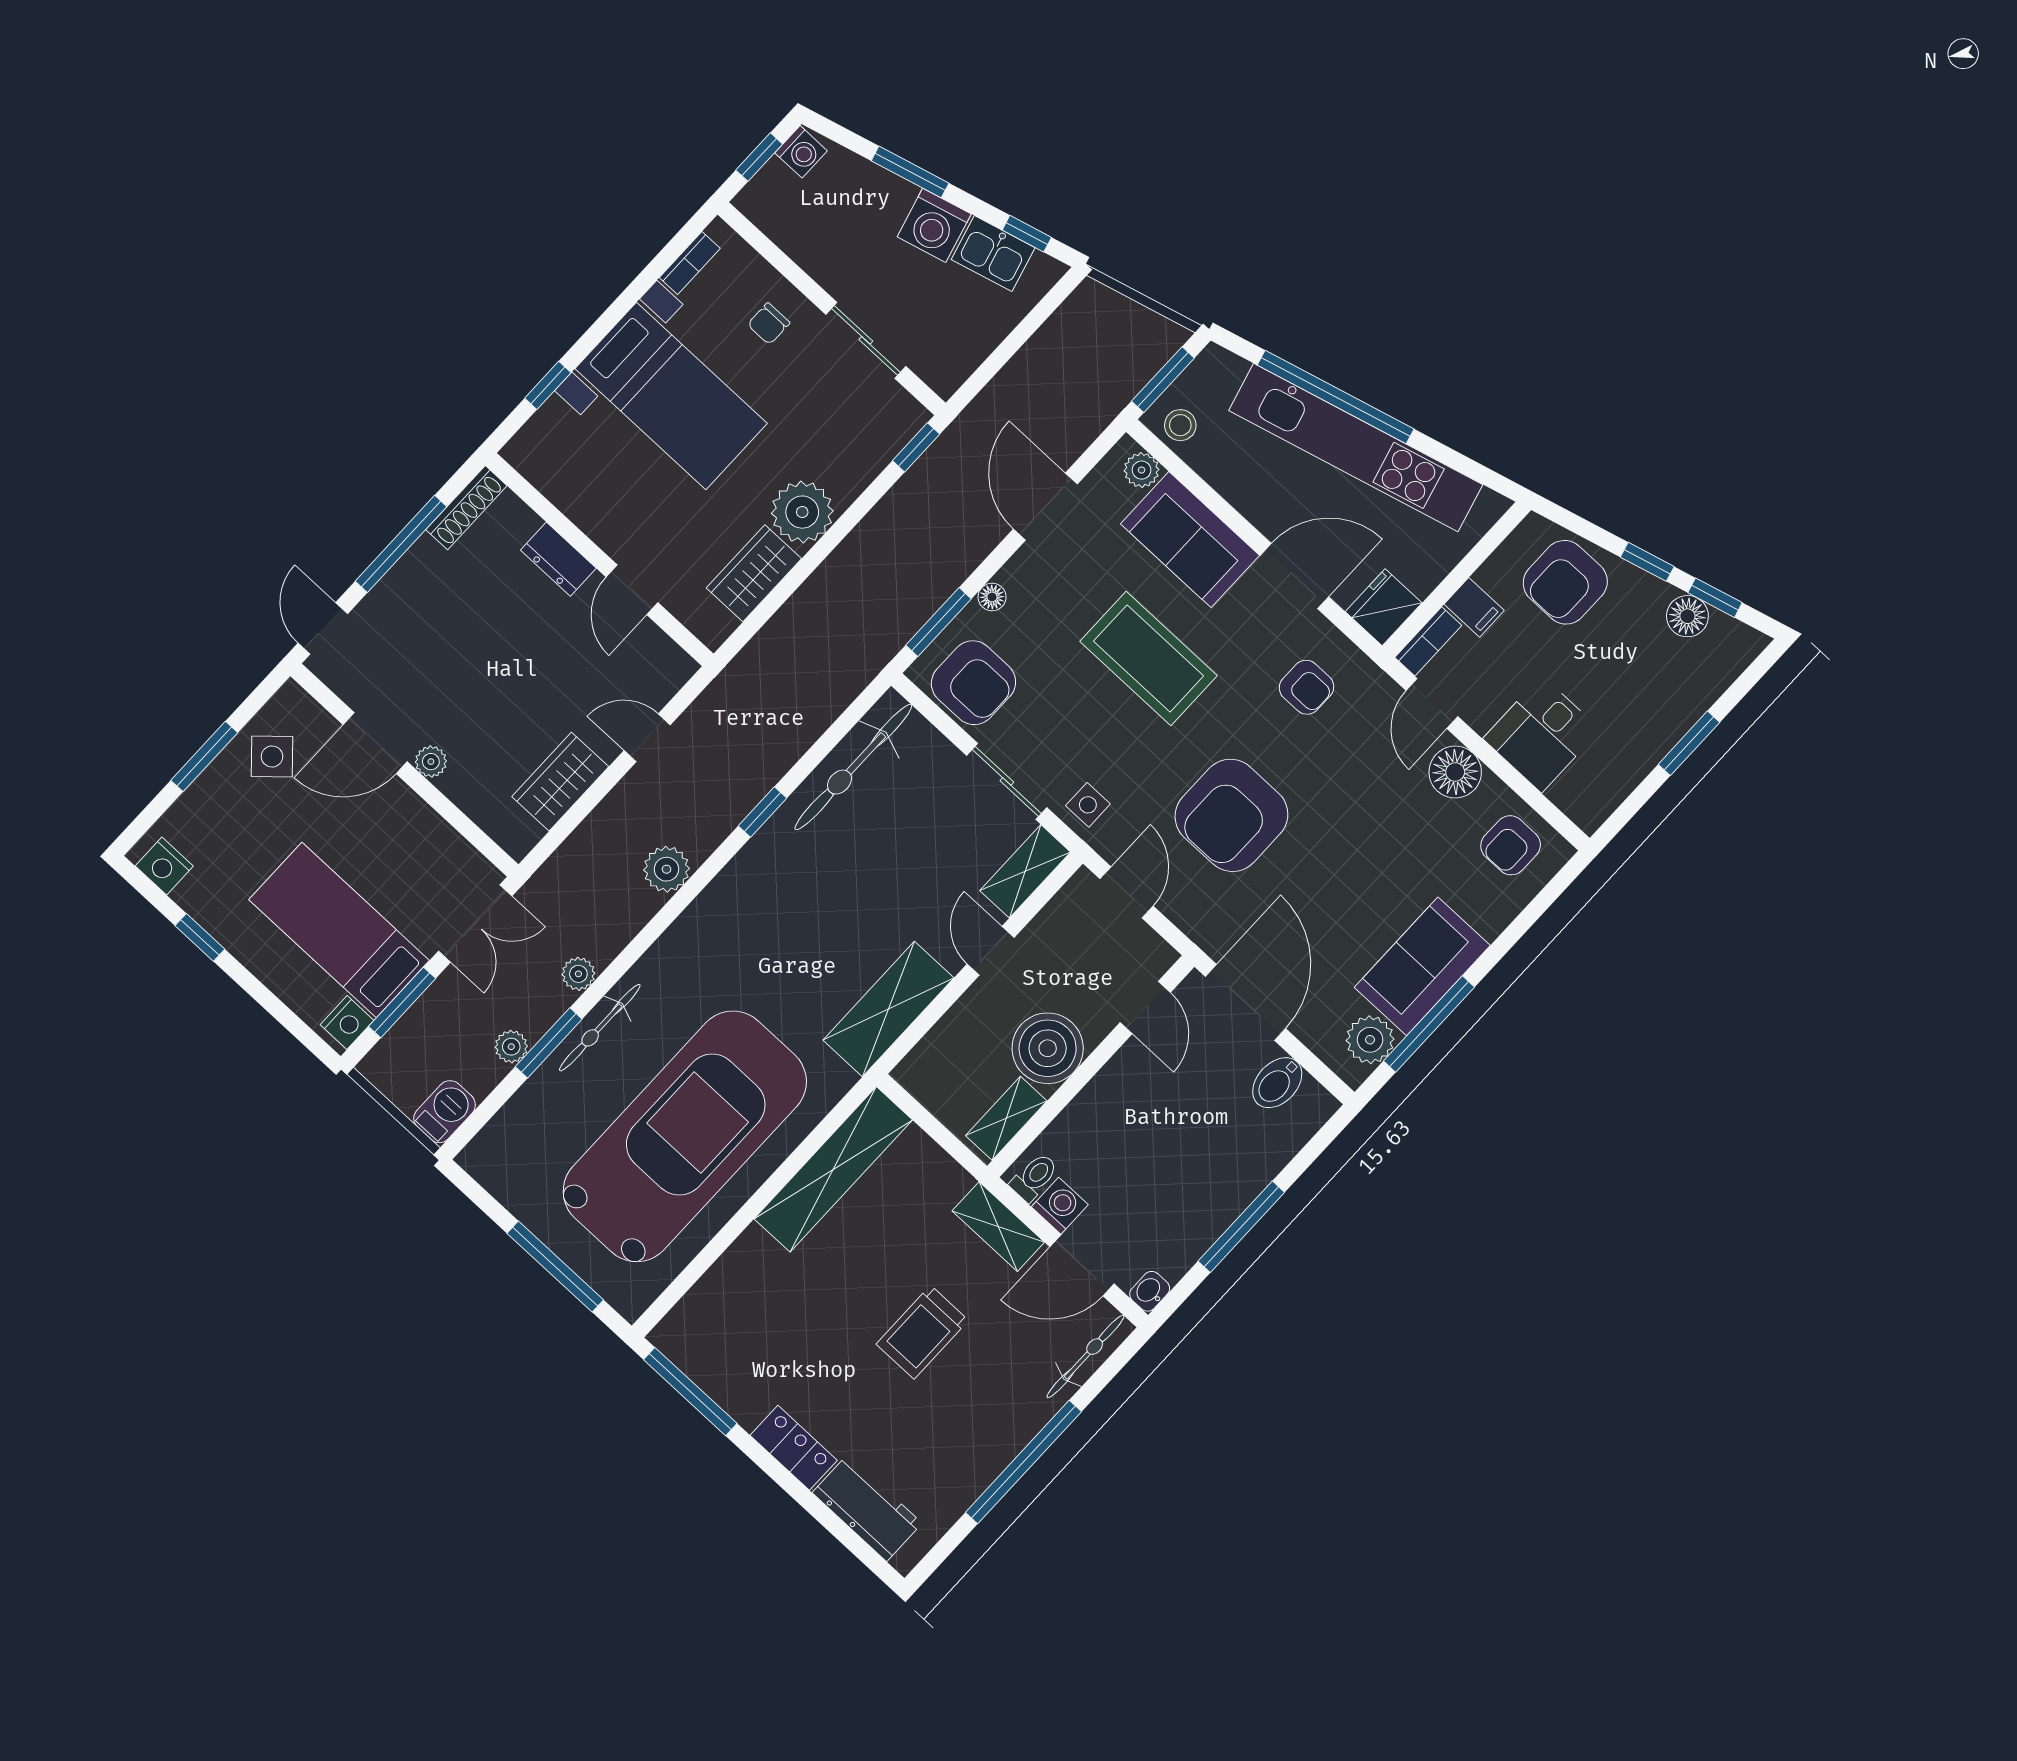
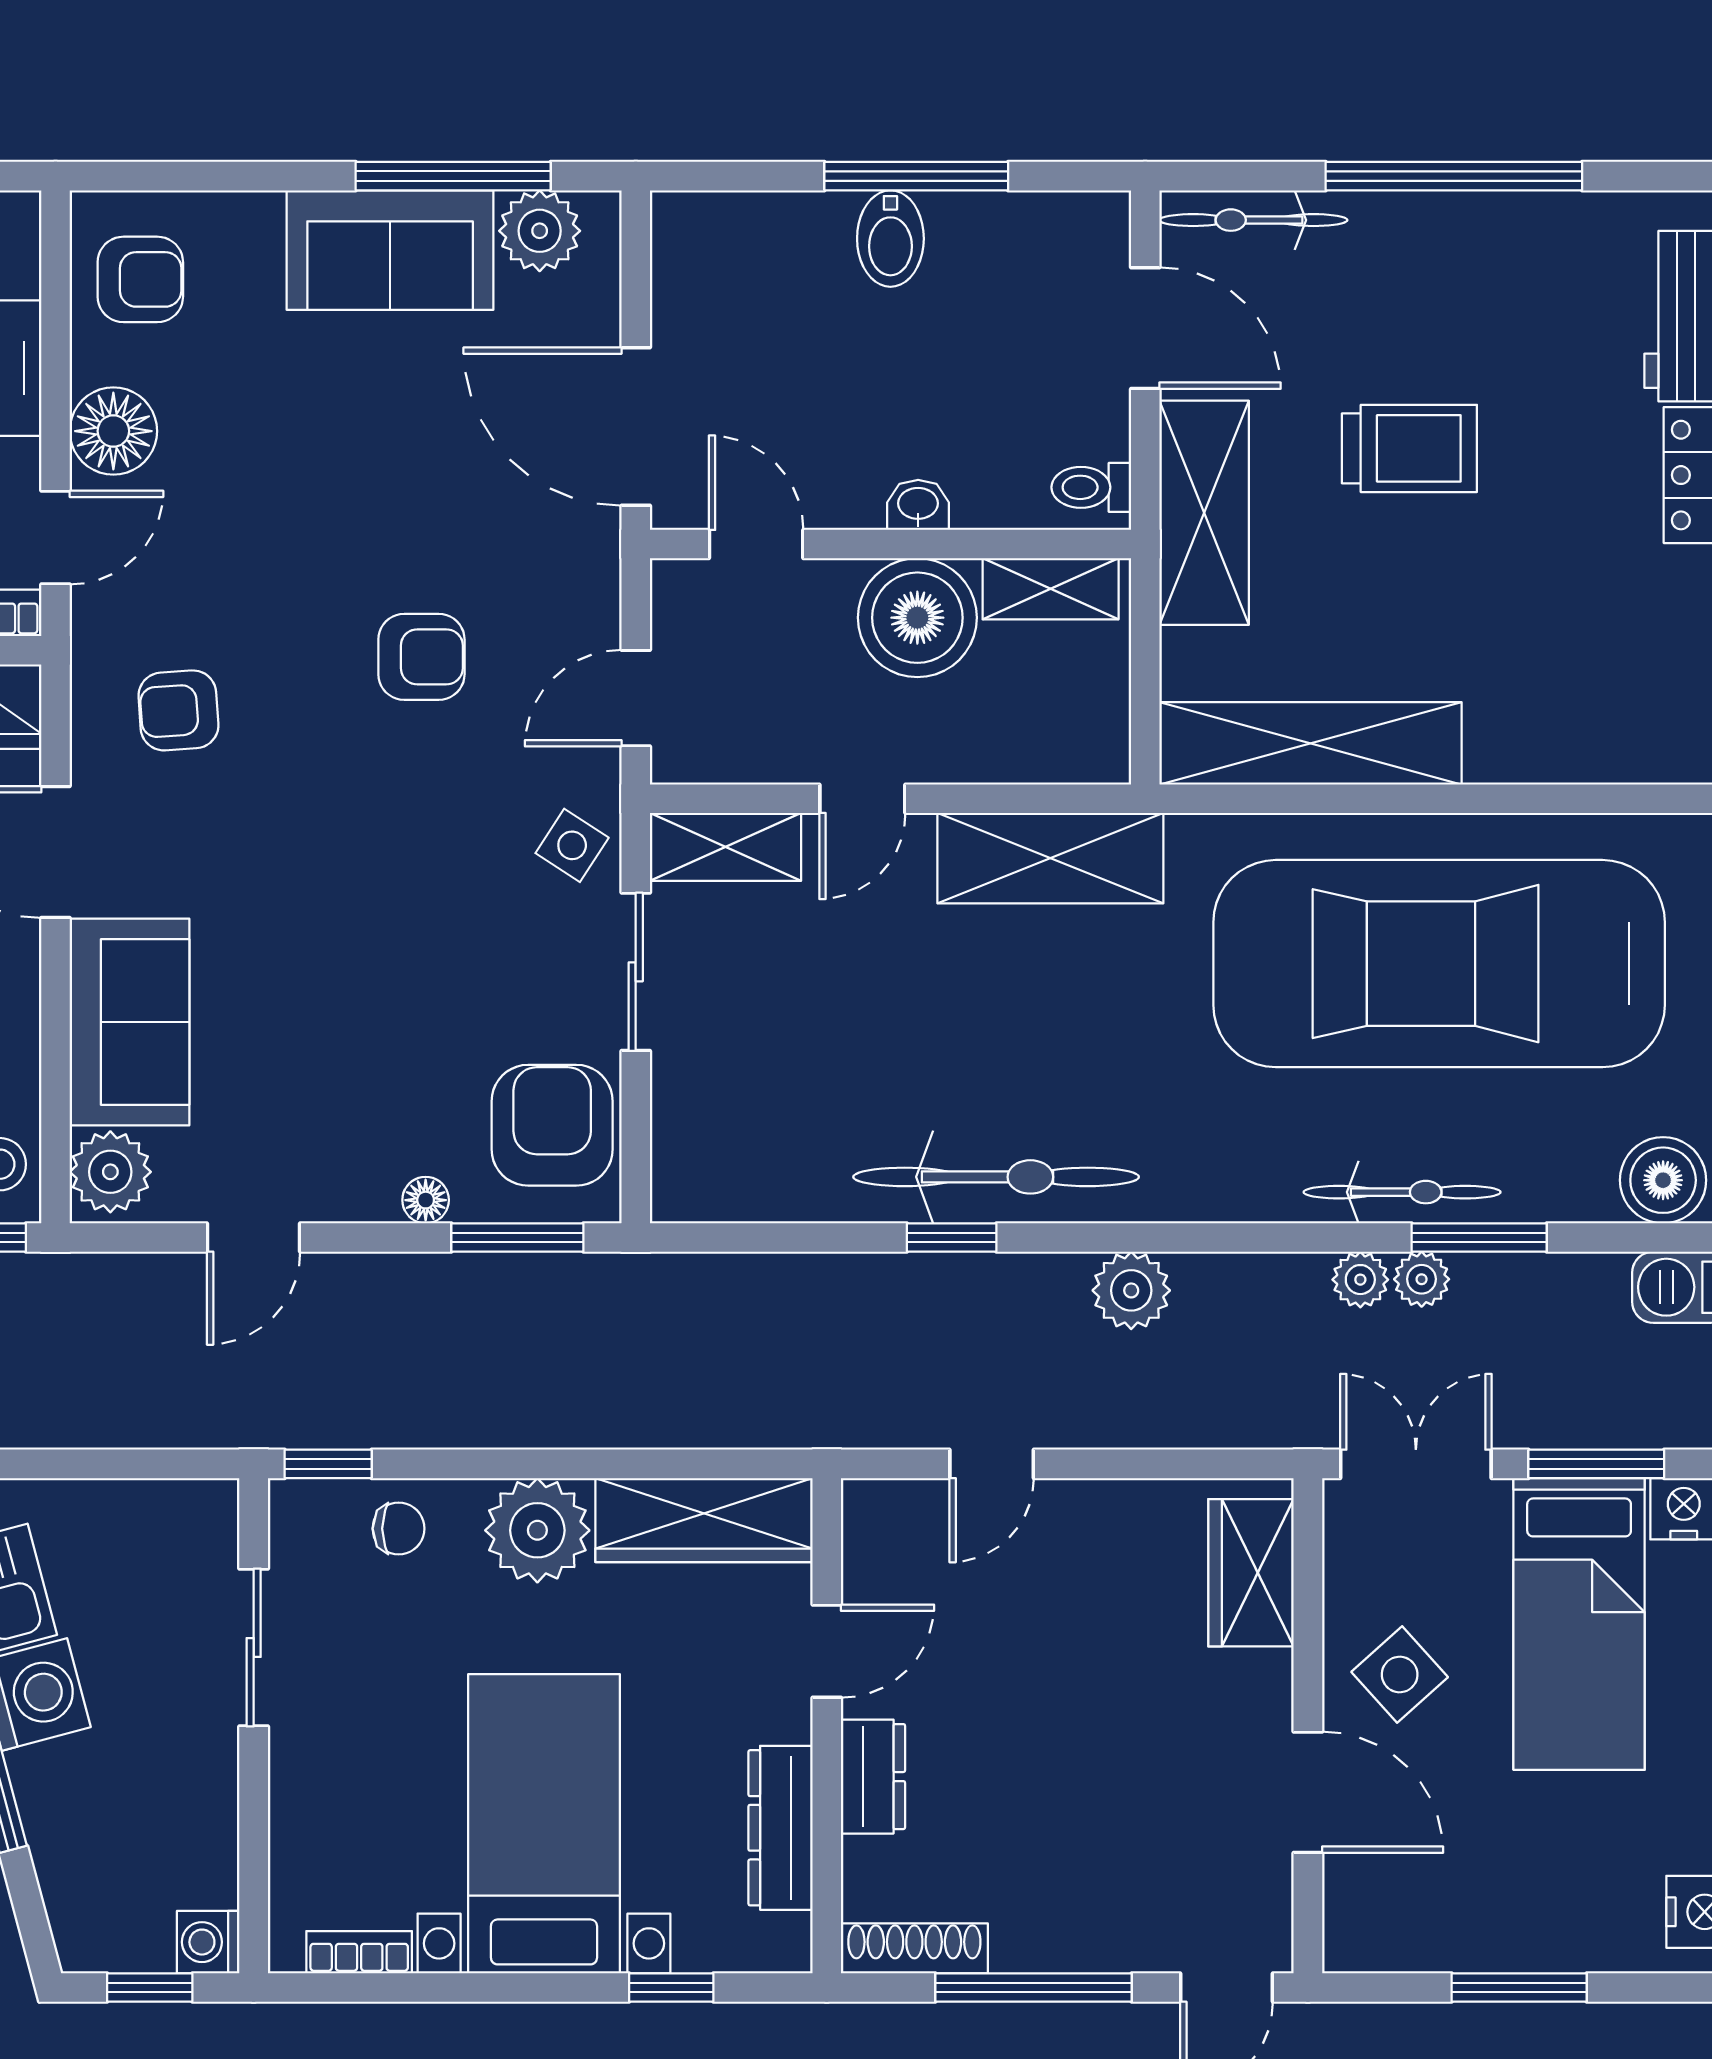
washing machine: (801, 152) -> (208, 1942), moved, turned -90
chair: (769, 324) -> (399, 1529), moved
plant: (1142, 470) -> (110, 1172), width x1.38, depth x1.38
dresser: (573, 498) -> (781, 1828), added
door: (1045, 507) -> (254, 1237), width x0.73
wardrobe: (754, 573) -> (704, 1520), width x1.50
coffee table: (1149, 659) -> (323, 937), removed
armchair: (1307, 687) -> (178, 710), turned -94
door: (647, 738) -> (992, 1464), hinge flipped
side table: (272, 756) -> (1400, 1674), moved
plant: (431, 762) -> (1267, 1703), removed
bicycle: (853, 767) -> (996, 1177), moved
wardrobe: (560, 782) -> (1251, 1573), moved, turned 90
side table: (1088, 805) -> (572, 845), turned 33
armchair: (1231, 815) -> (421, 657), width x0.53, depth x0.53
door: (1245, 1002) -> (636, 427), hinge flipped
door: (1145, 1007) -> (756, 544), hinge flipped
plant: (511, 1047) -> (1422, 1279), moved
bidet: (1277, 1083) -> (890, 239), moved, turned 90
boiler: (499, 1147) -> (1663, 1180), added
washing machine: (1060, 1206) -> (1097, 423), removed
shelving: (998, 1227) -> (1204, 513), width x1.50, depth x1.33
washbasin: (1150, 1291) -> (918, 505), moved, turned 180

